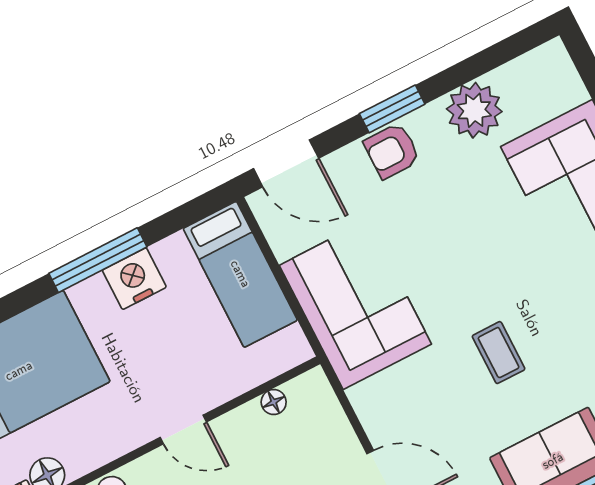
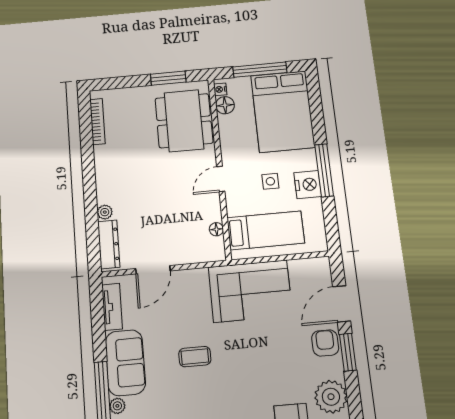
door: (286, 163) -> (342, 304), moved
bed: (240, 274) -> (266, 230), moved, turned 180
side table: (154, 344) -> (270, 181), added

